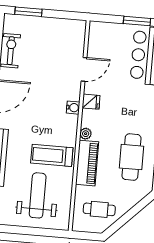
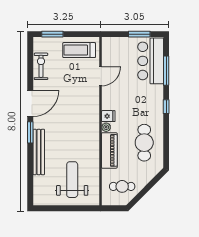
fridge: (91, 102) -> (108, 116), moved
water cooler: (73, 108) -> (94, 107), removed
treadmill: (52, 155) -> (79, 50), moved

